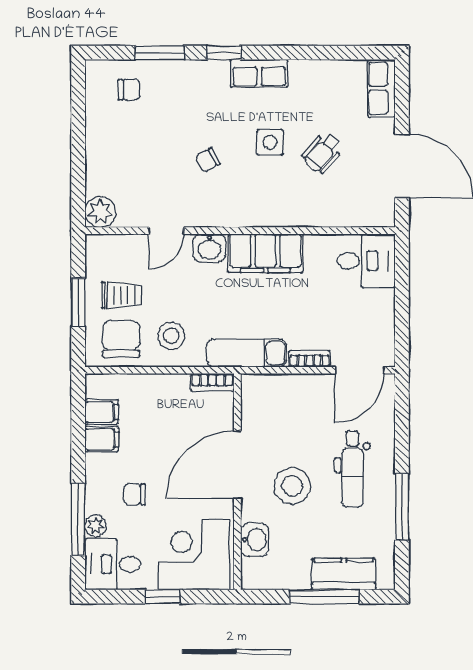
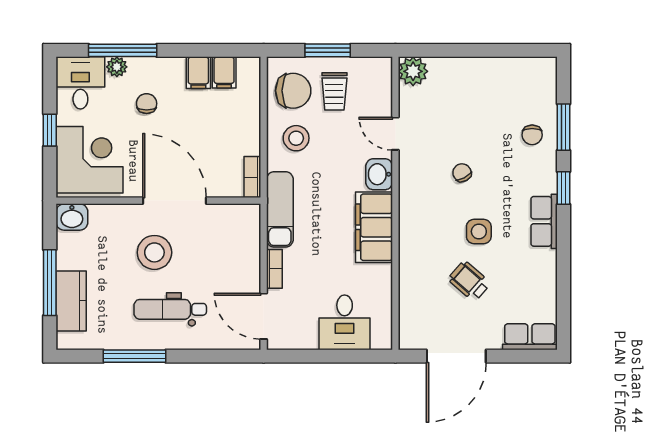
chair: (129, 89) -> (532, 135), moved
desk: (366, 261) -> (345, 322), moved
washbasin: (255, 540) -> (72, 217), moved

